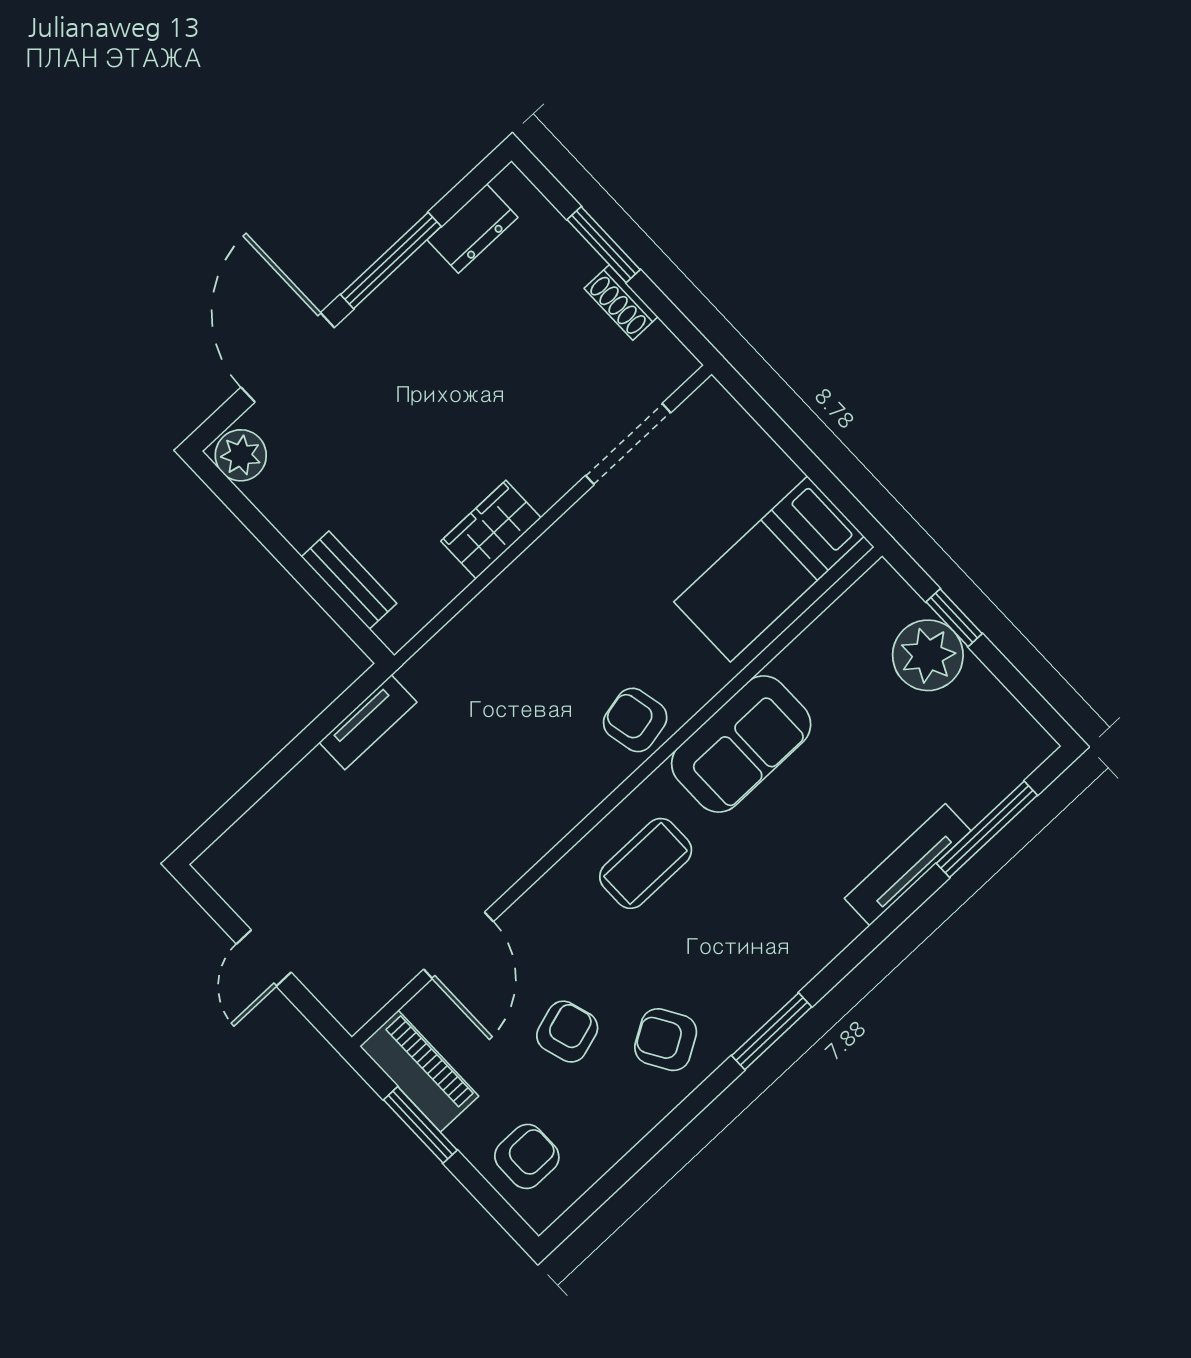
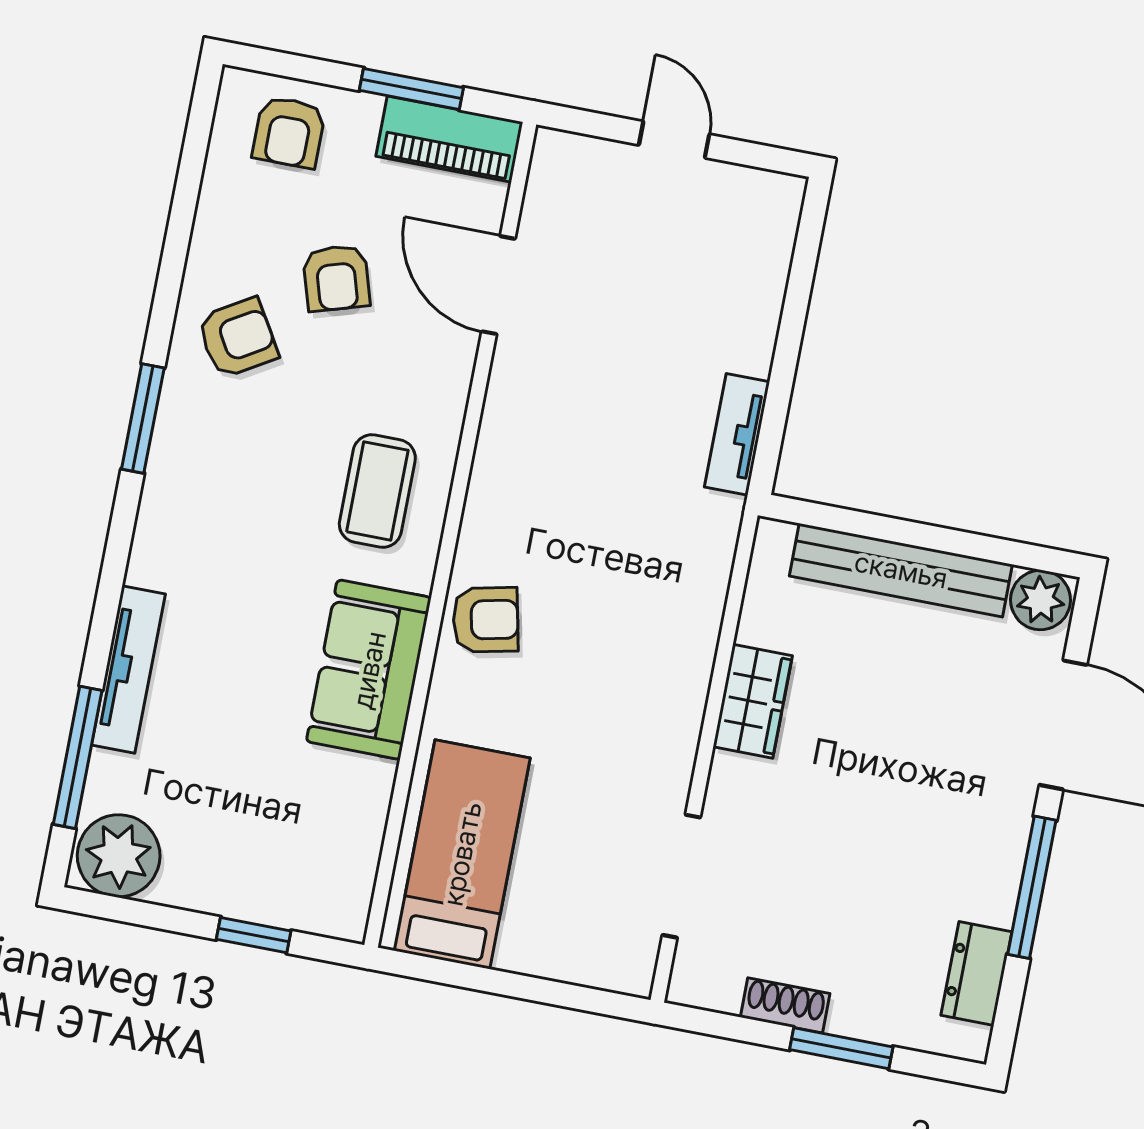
bench: (349, 580) -> (901, 570), width x1.86, depth x1.21
plant: (928, 655) -> (119, 856), moved

